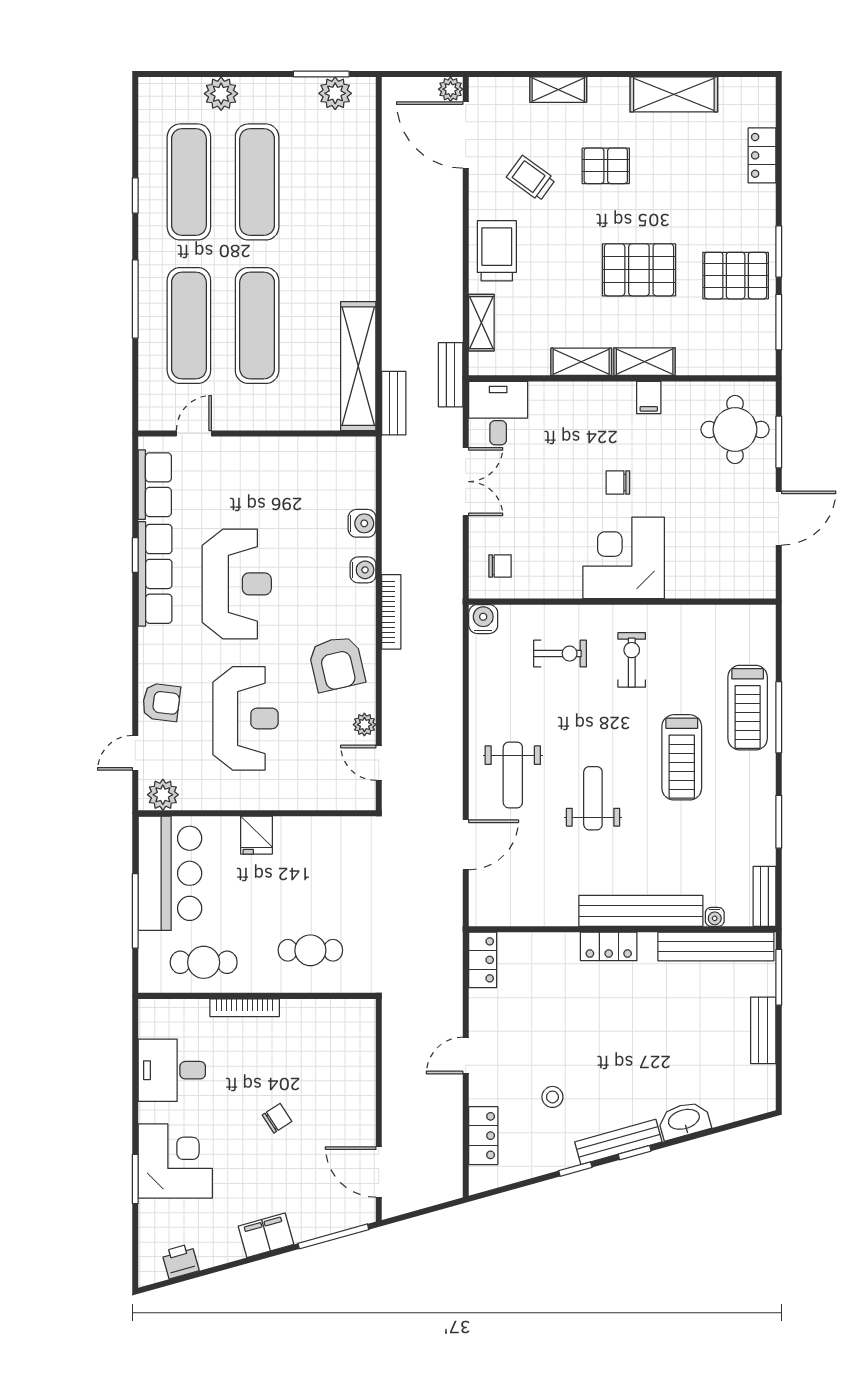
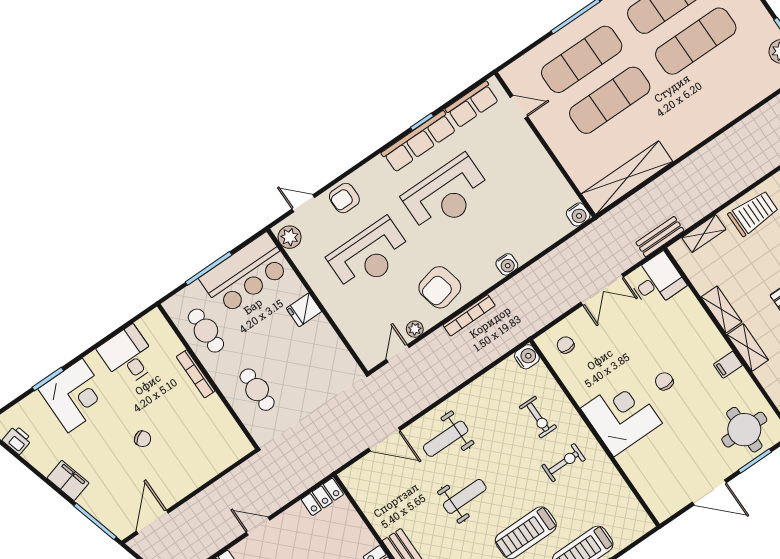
bench: (394, 403) -> (620, 214), removed
water cooler: (362, 523) -> (578, 215), moved
chair: (500, 566) -> (566, 345), turned 180
bookcase: (391, 612) -> (469, 315), moved
armchair: (161, 702) -> (344, 198), turned 83

